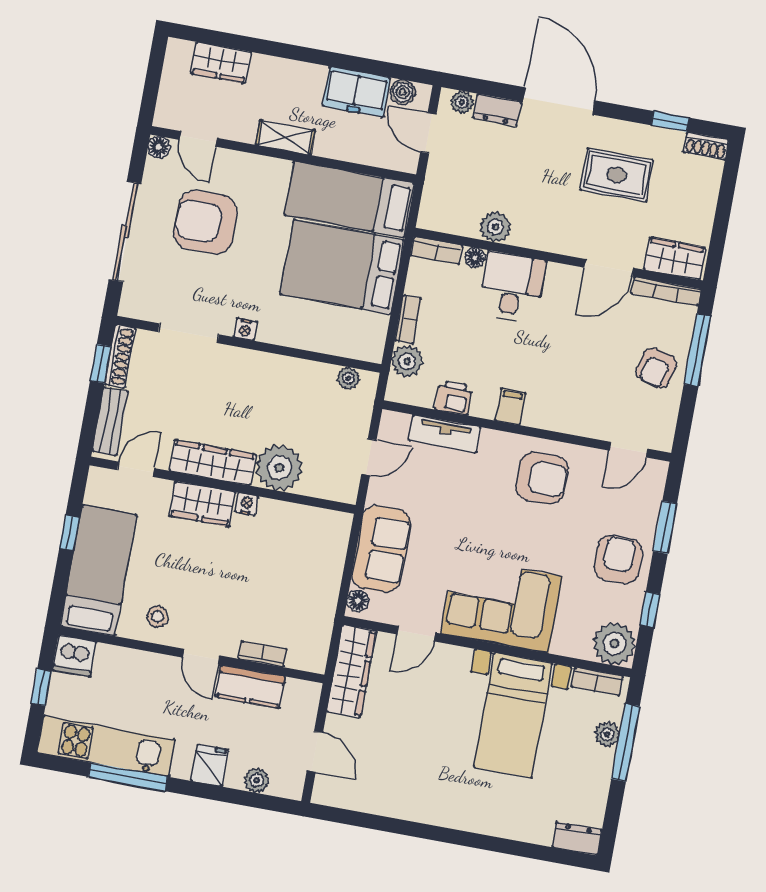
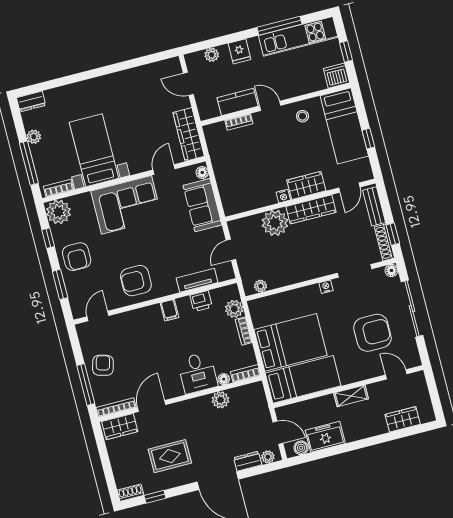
floor lamp: (159, 147) -> (391, 270), moved
plant: (607, 734) -> (34, 137), moved

